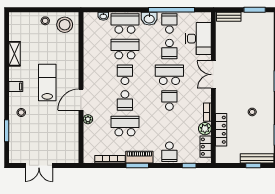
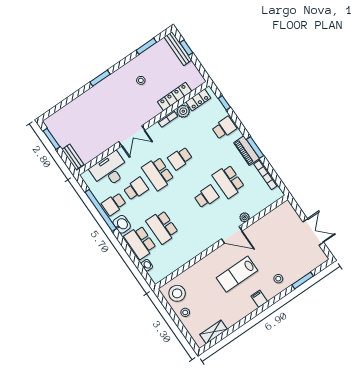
shelving: (14, 54) -> (214, 332), moved
school desk: (125, 75) -> (184, 212), removed

